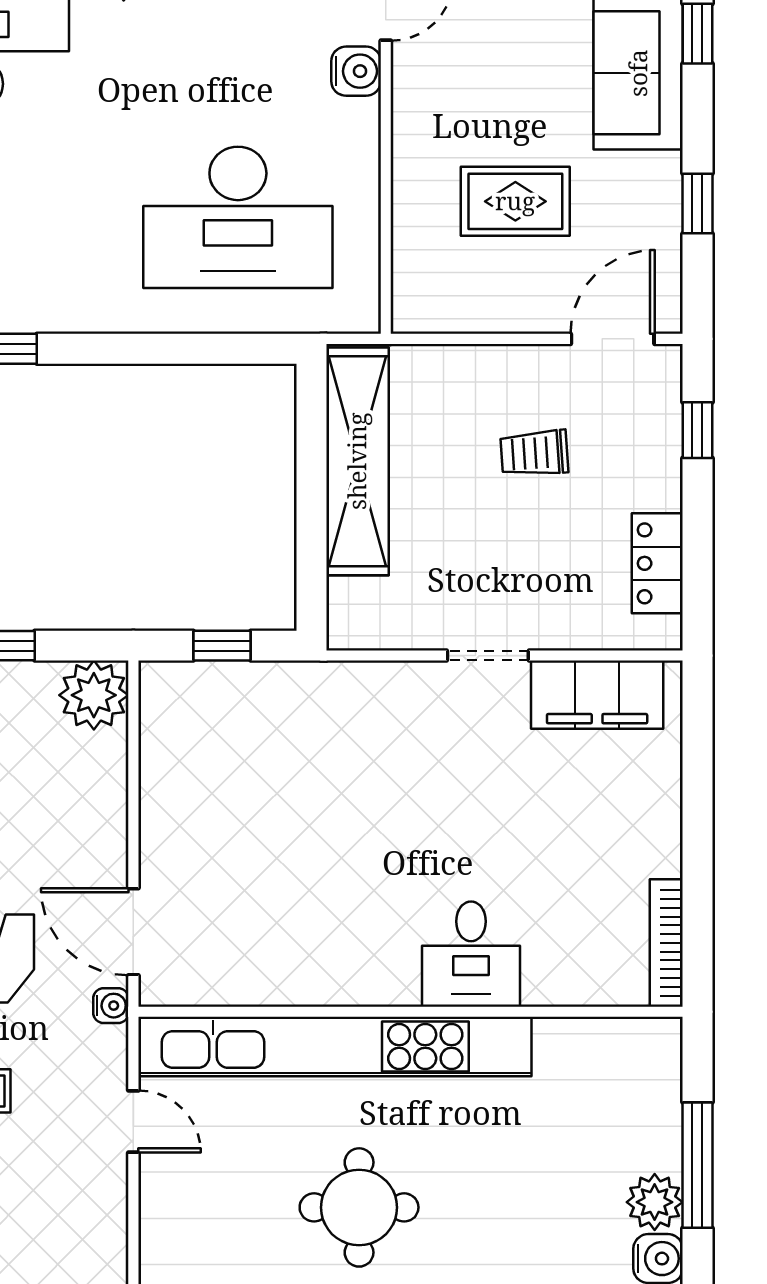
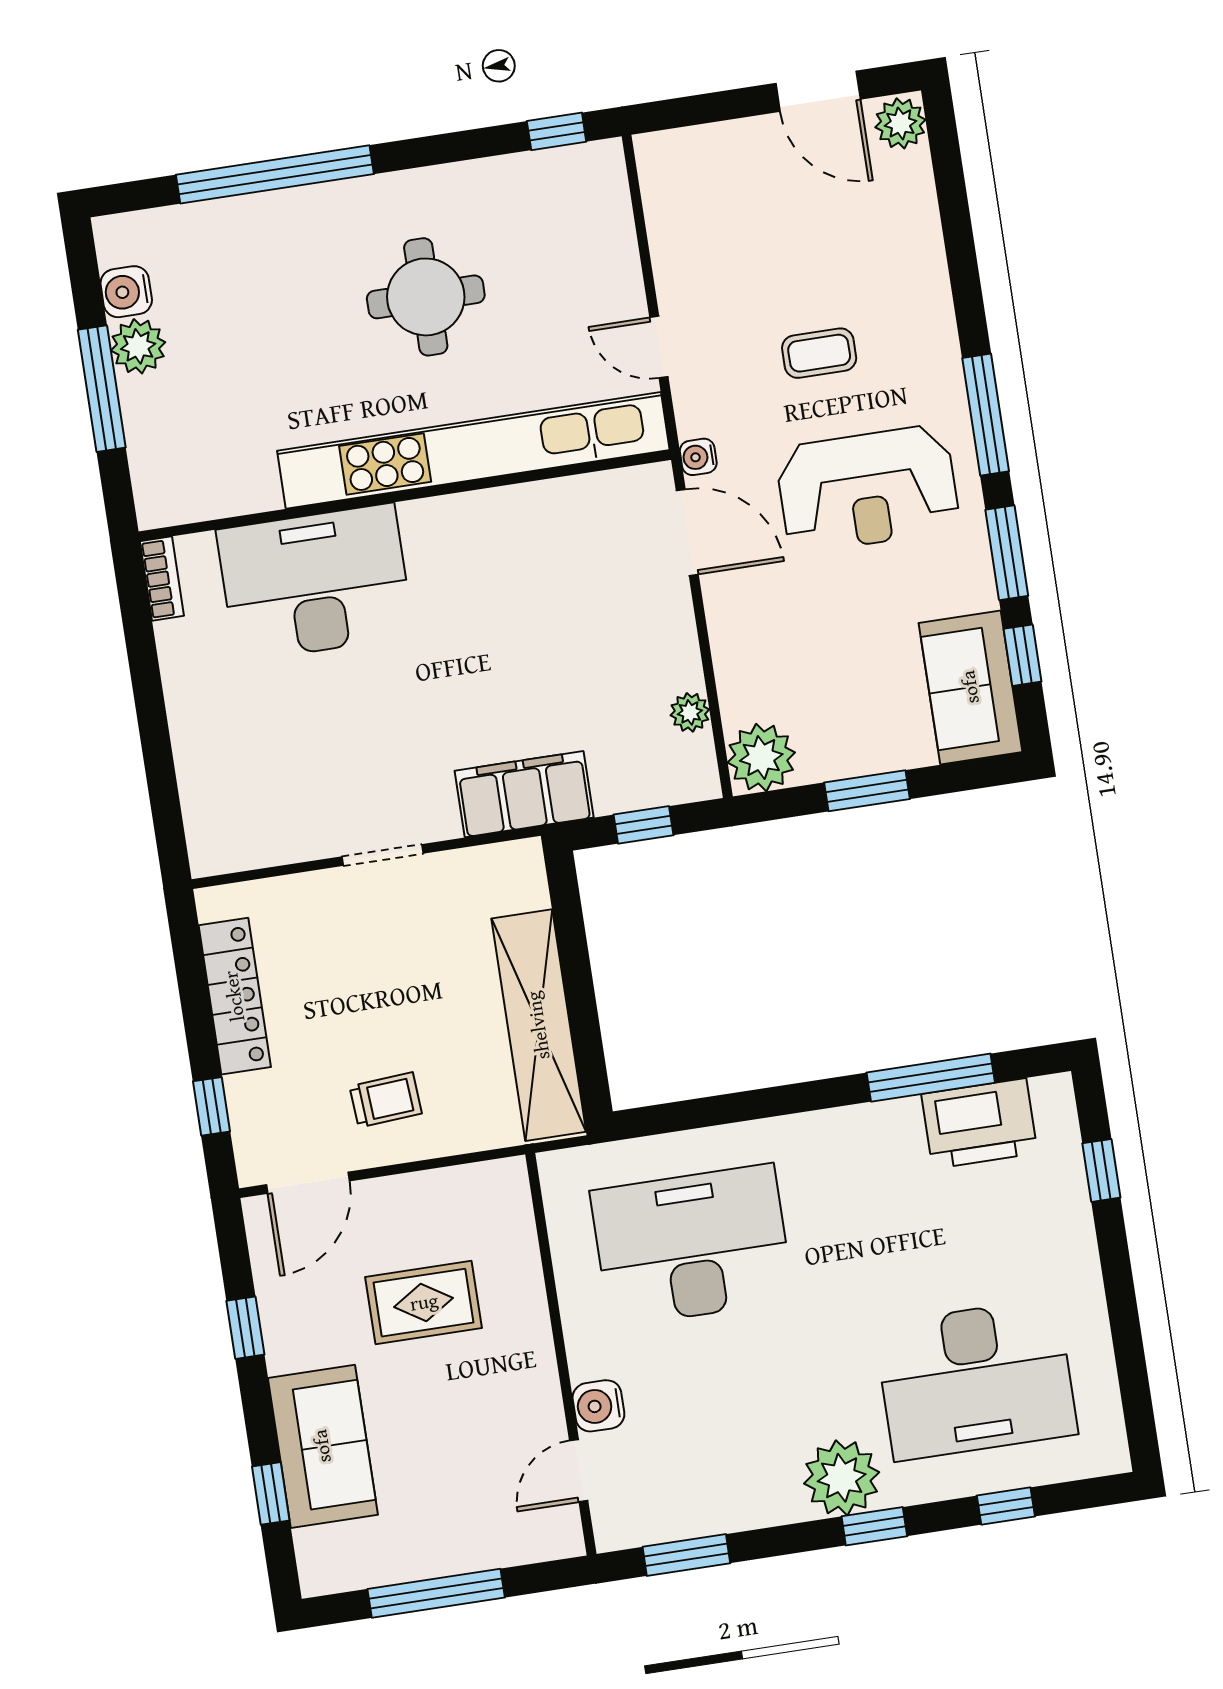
trolley: (534, 453) -> (386, 1100), moved
locker: (657, 563) -> (235, 996), width x1.53
filing cabinet: (597, 695) -> (524, 794), moved
plant: (158, 751) -> (690, 712), added
bookcase: (666, 943) -> (162, 579), width x0.64
desk: (471, 954) -> (315, 583), width x1.87, depth x1.30

